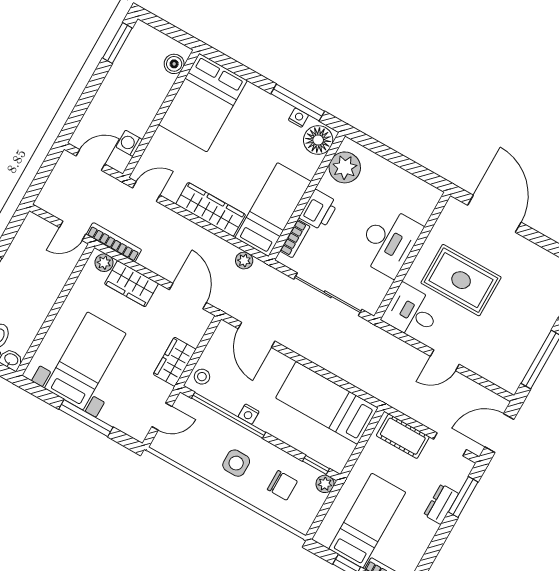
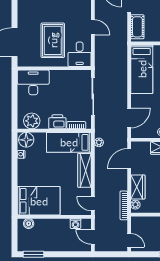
window: (298, 102) -> (15, 158), removed
door: (72, 231) -> (129, 240), moved
desk: (389, 242) -> (33, 82), moved

